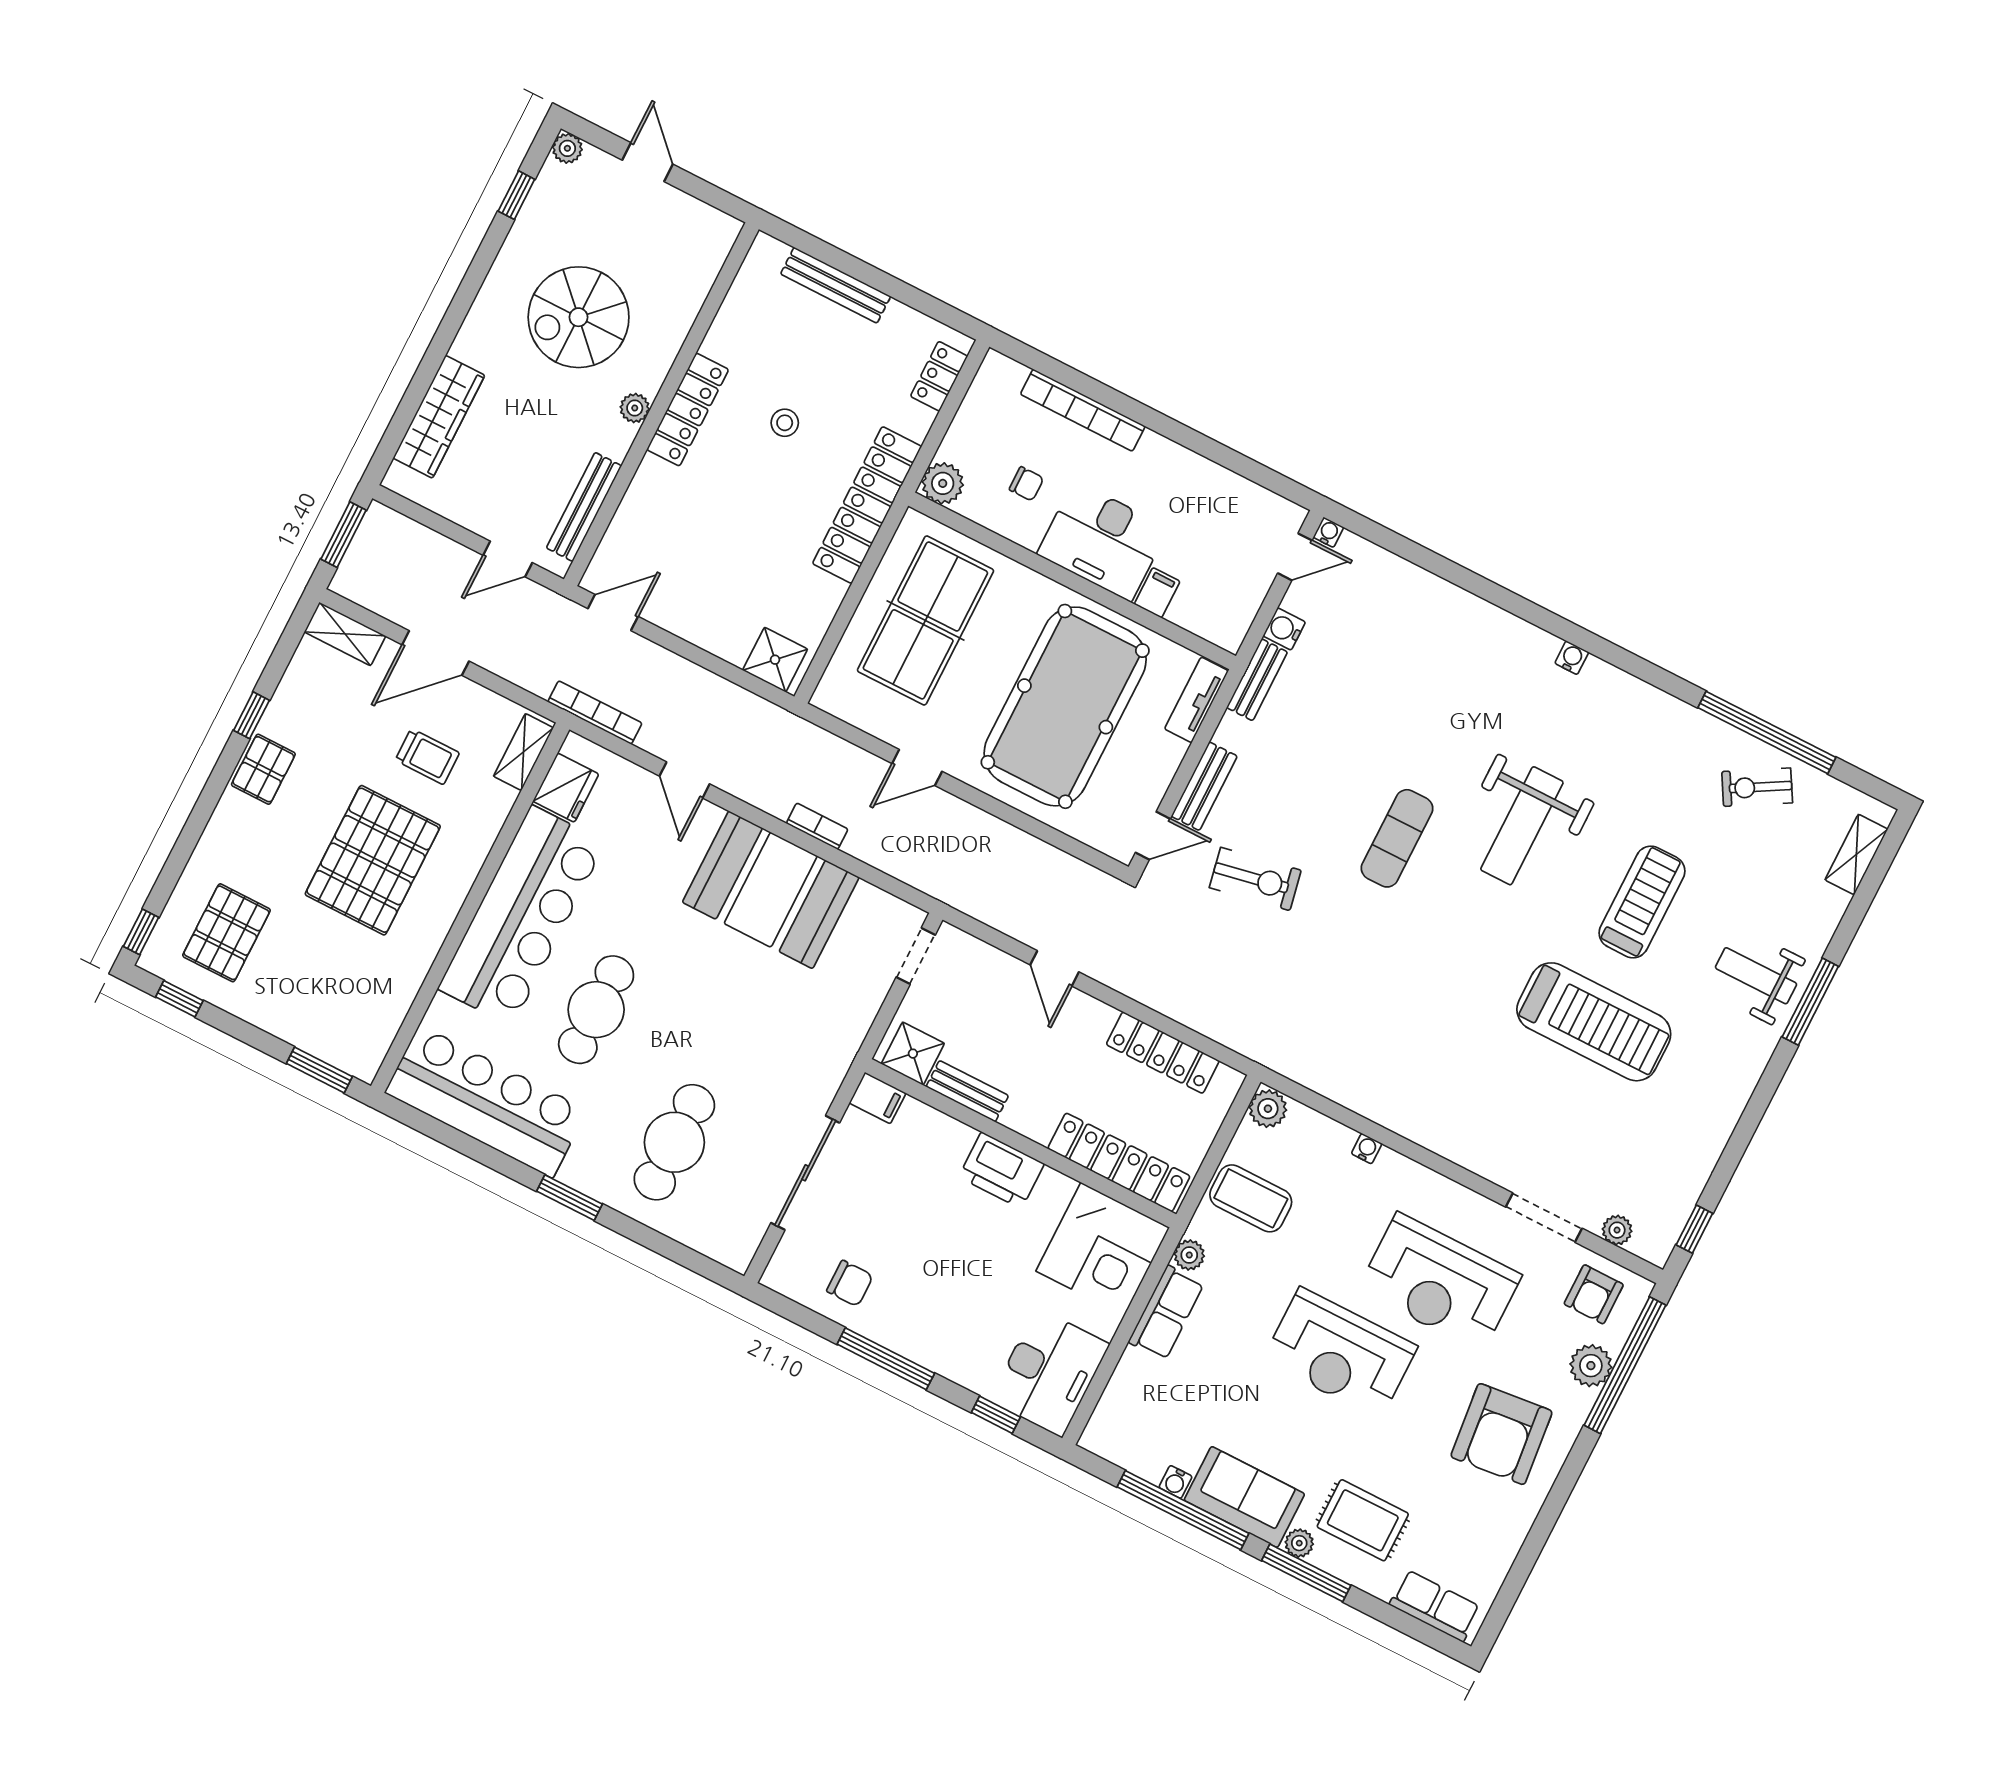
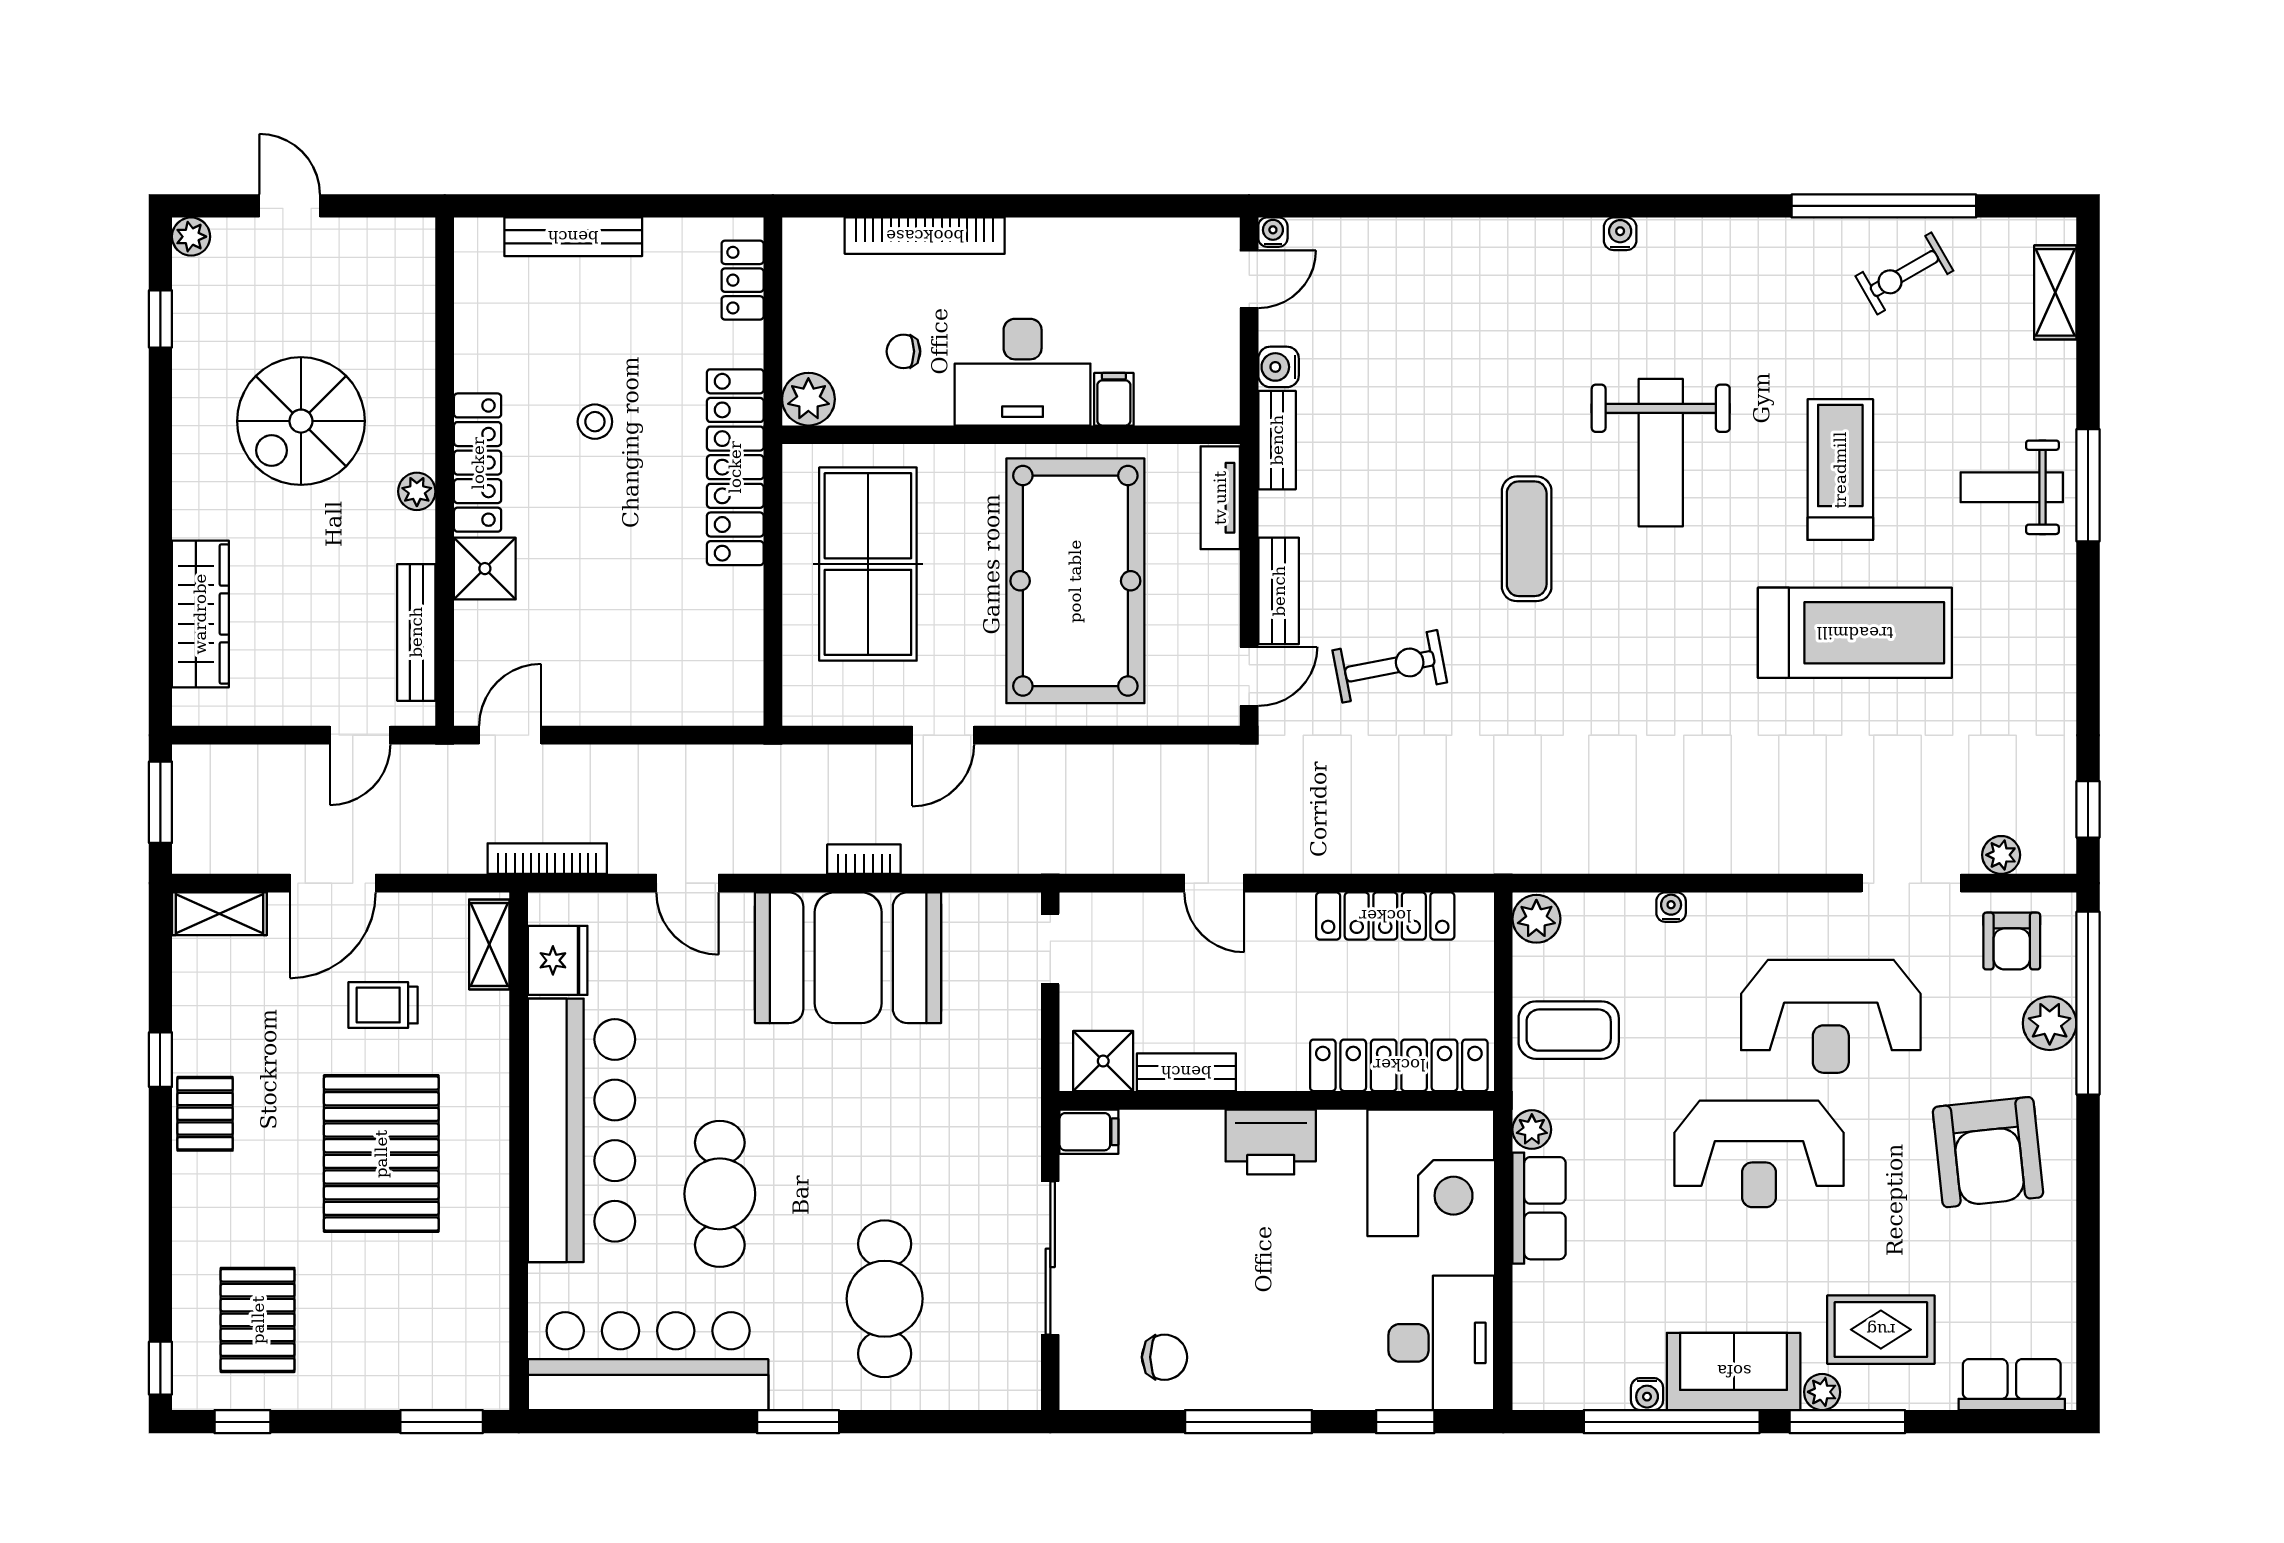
chair: (1026, 484) -> (903, 351), turned 180
shower: (775, 660) -> (485, 569), moved
trolley: (427, 757) -> (383, 1005), turned 180

